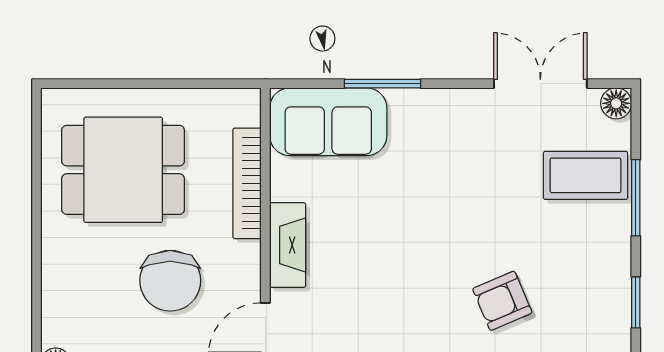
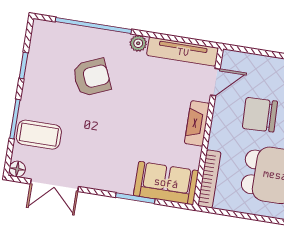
bookcase: (247, 183) -> (209, 179), moved
chair: (170, 281) -> (260, 115), turned -92
armchair: (502, 301) -> (92, 77), width x1.38, depth x1.38

